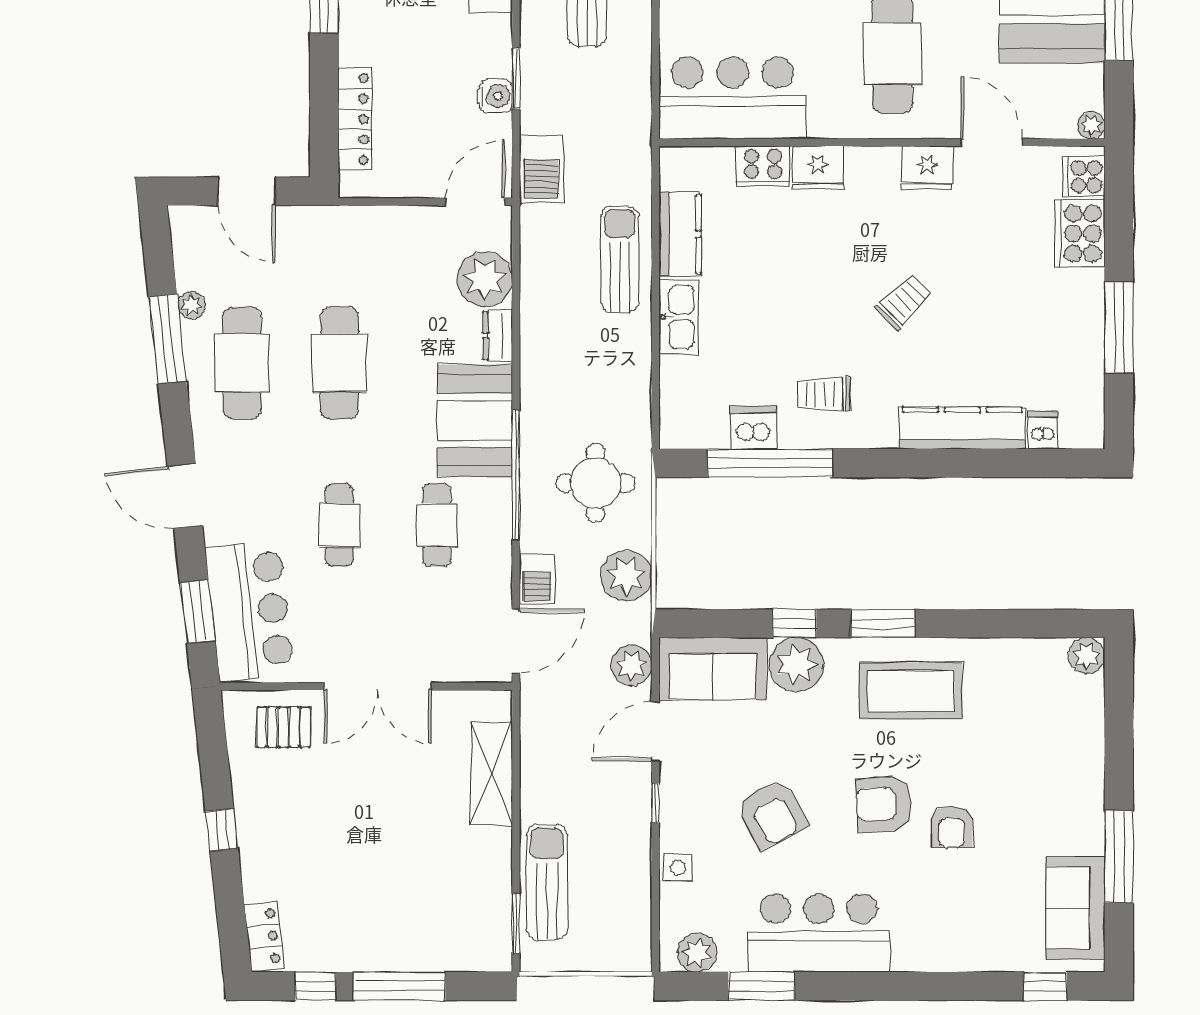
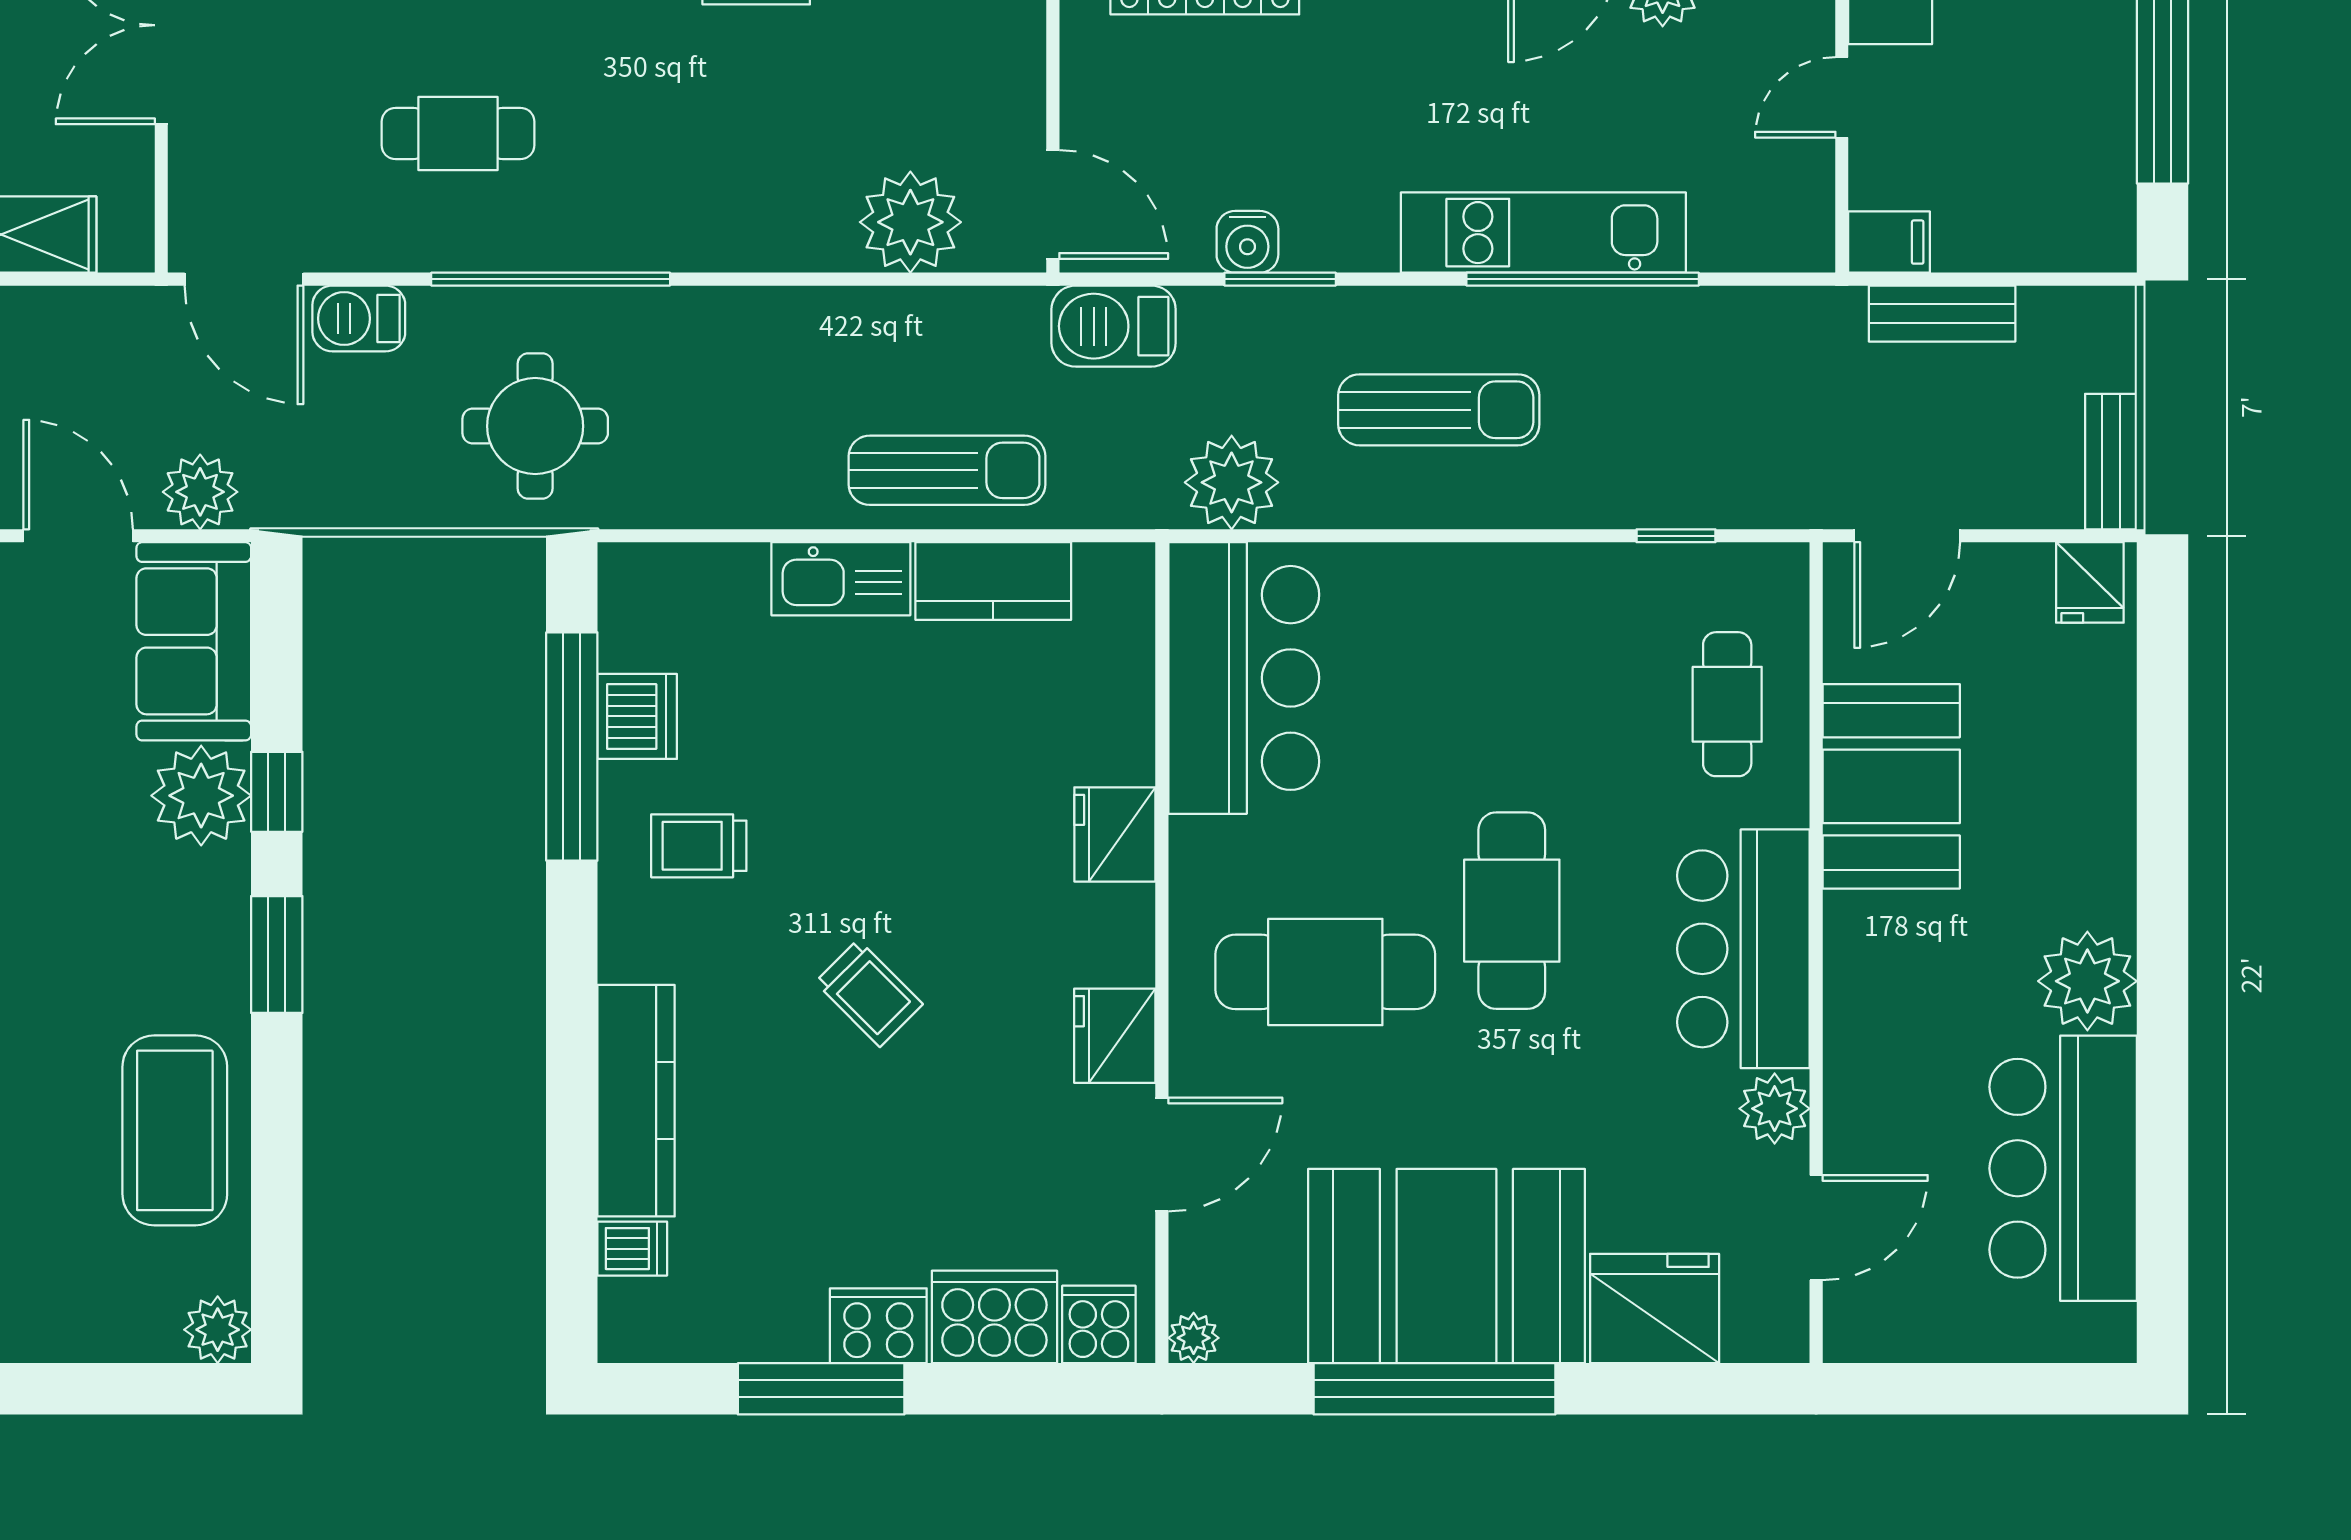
cooker: (763, 166) -> (878, 1326), moved, turned 90
dresser: (498, 336) -> (806, 246), removed
trolley: (824, 394) -> (699, 846), turned -90
booth: (475, 420) -> (650, 204), removed
plant: (626, 576) -> (1232, 482), moved
coffee table: (911, 691) -> (175, 1130), moved

